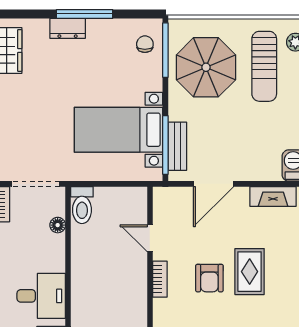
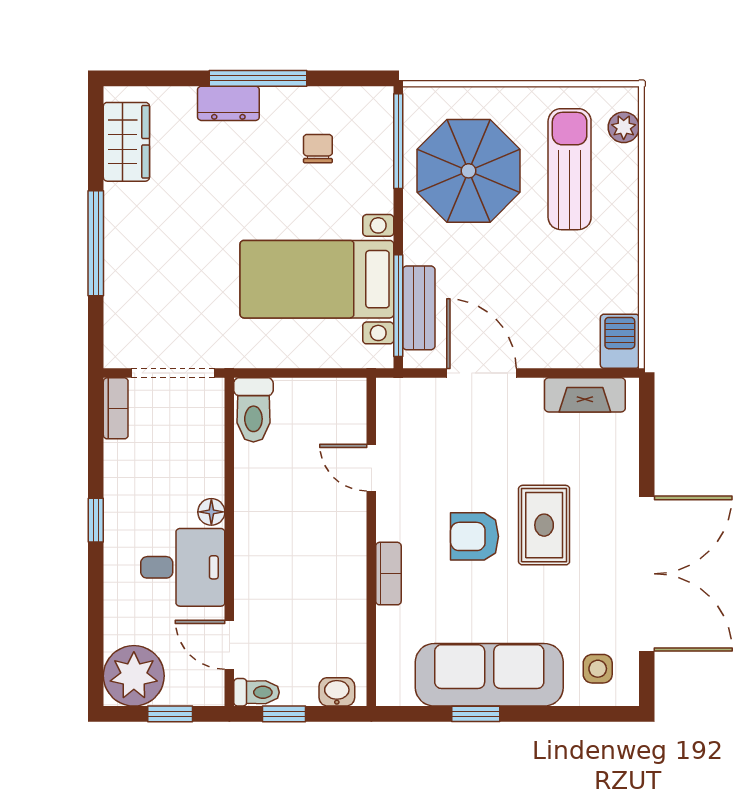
chair: (145, 44) -> (318, 149), moved
sun lounger: (264, 66) -> (570, 169), turned 180
door: (213, 184) -> (481, 373), swing flipped
floor lamp: (58, 225) -> (211, 512), moved
armchair: (209, 278) -> (475, 536), turned 90
bookcase: (160, 279) -> (388, 574), moved

